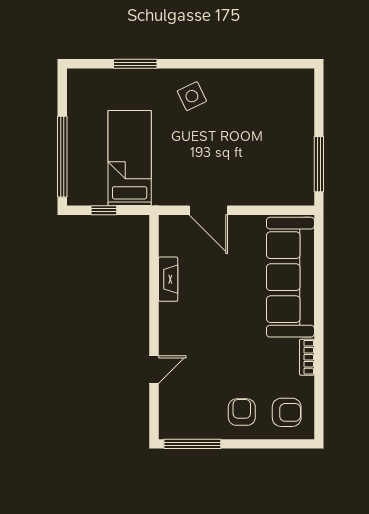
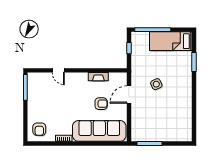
side table: (192, 96) -> (156, 84), moved
bed: (130, 158) -> (171, 41), moved, turned 180
armchair: (242, 412) -> (101, 104), moved

